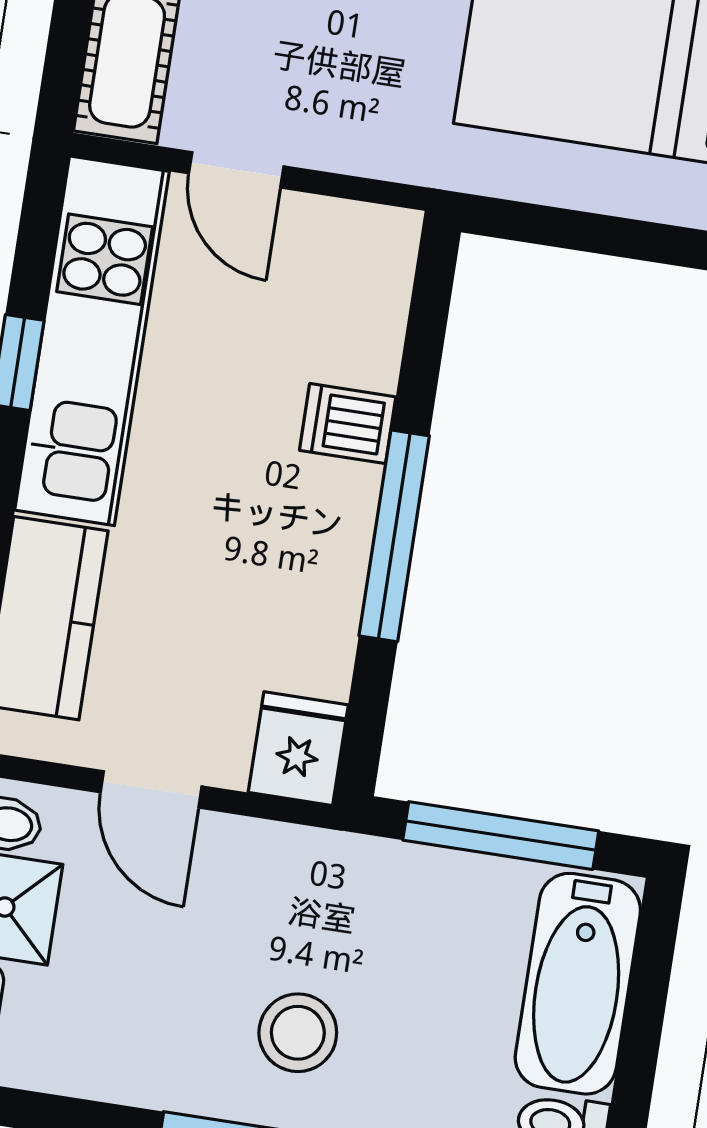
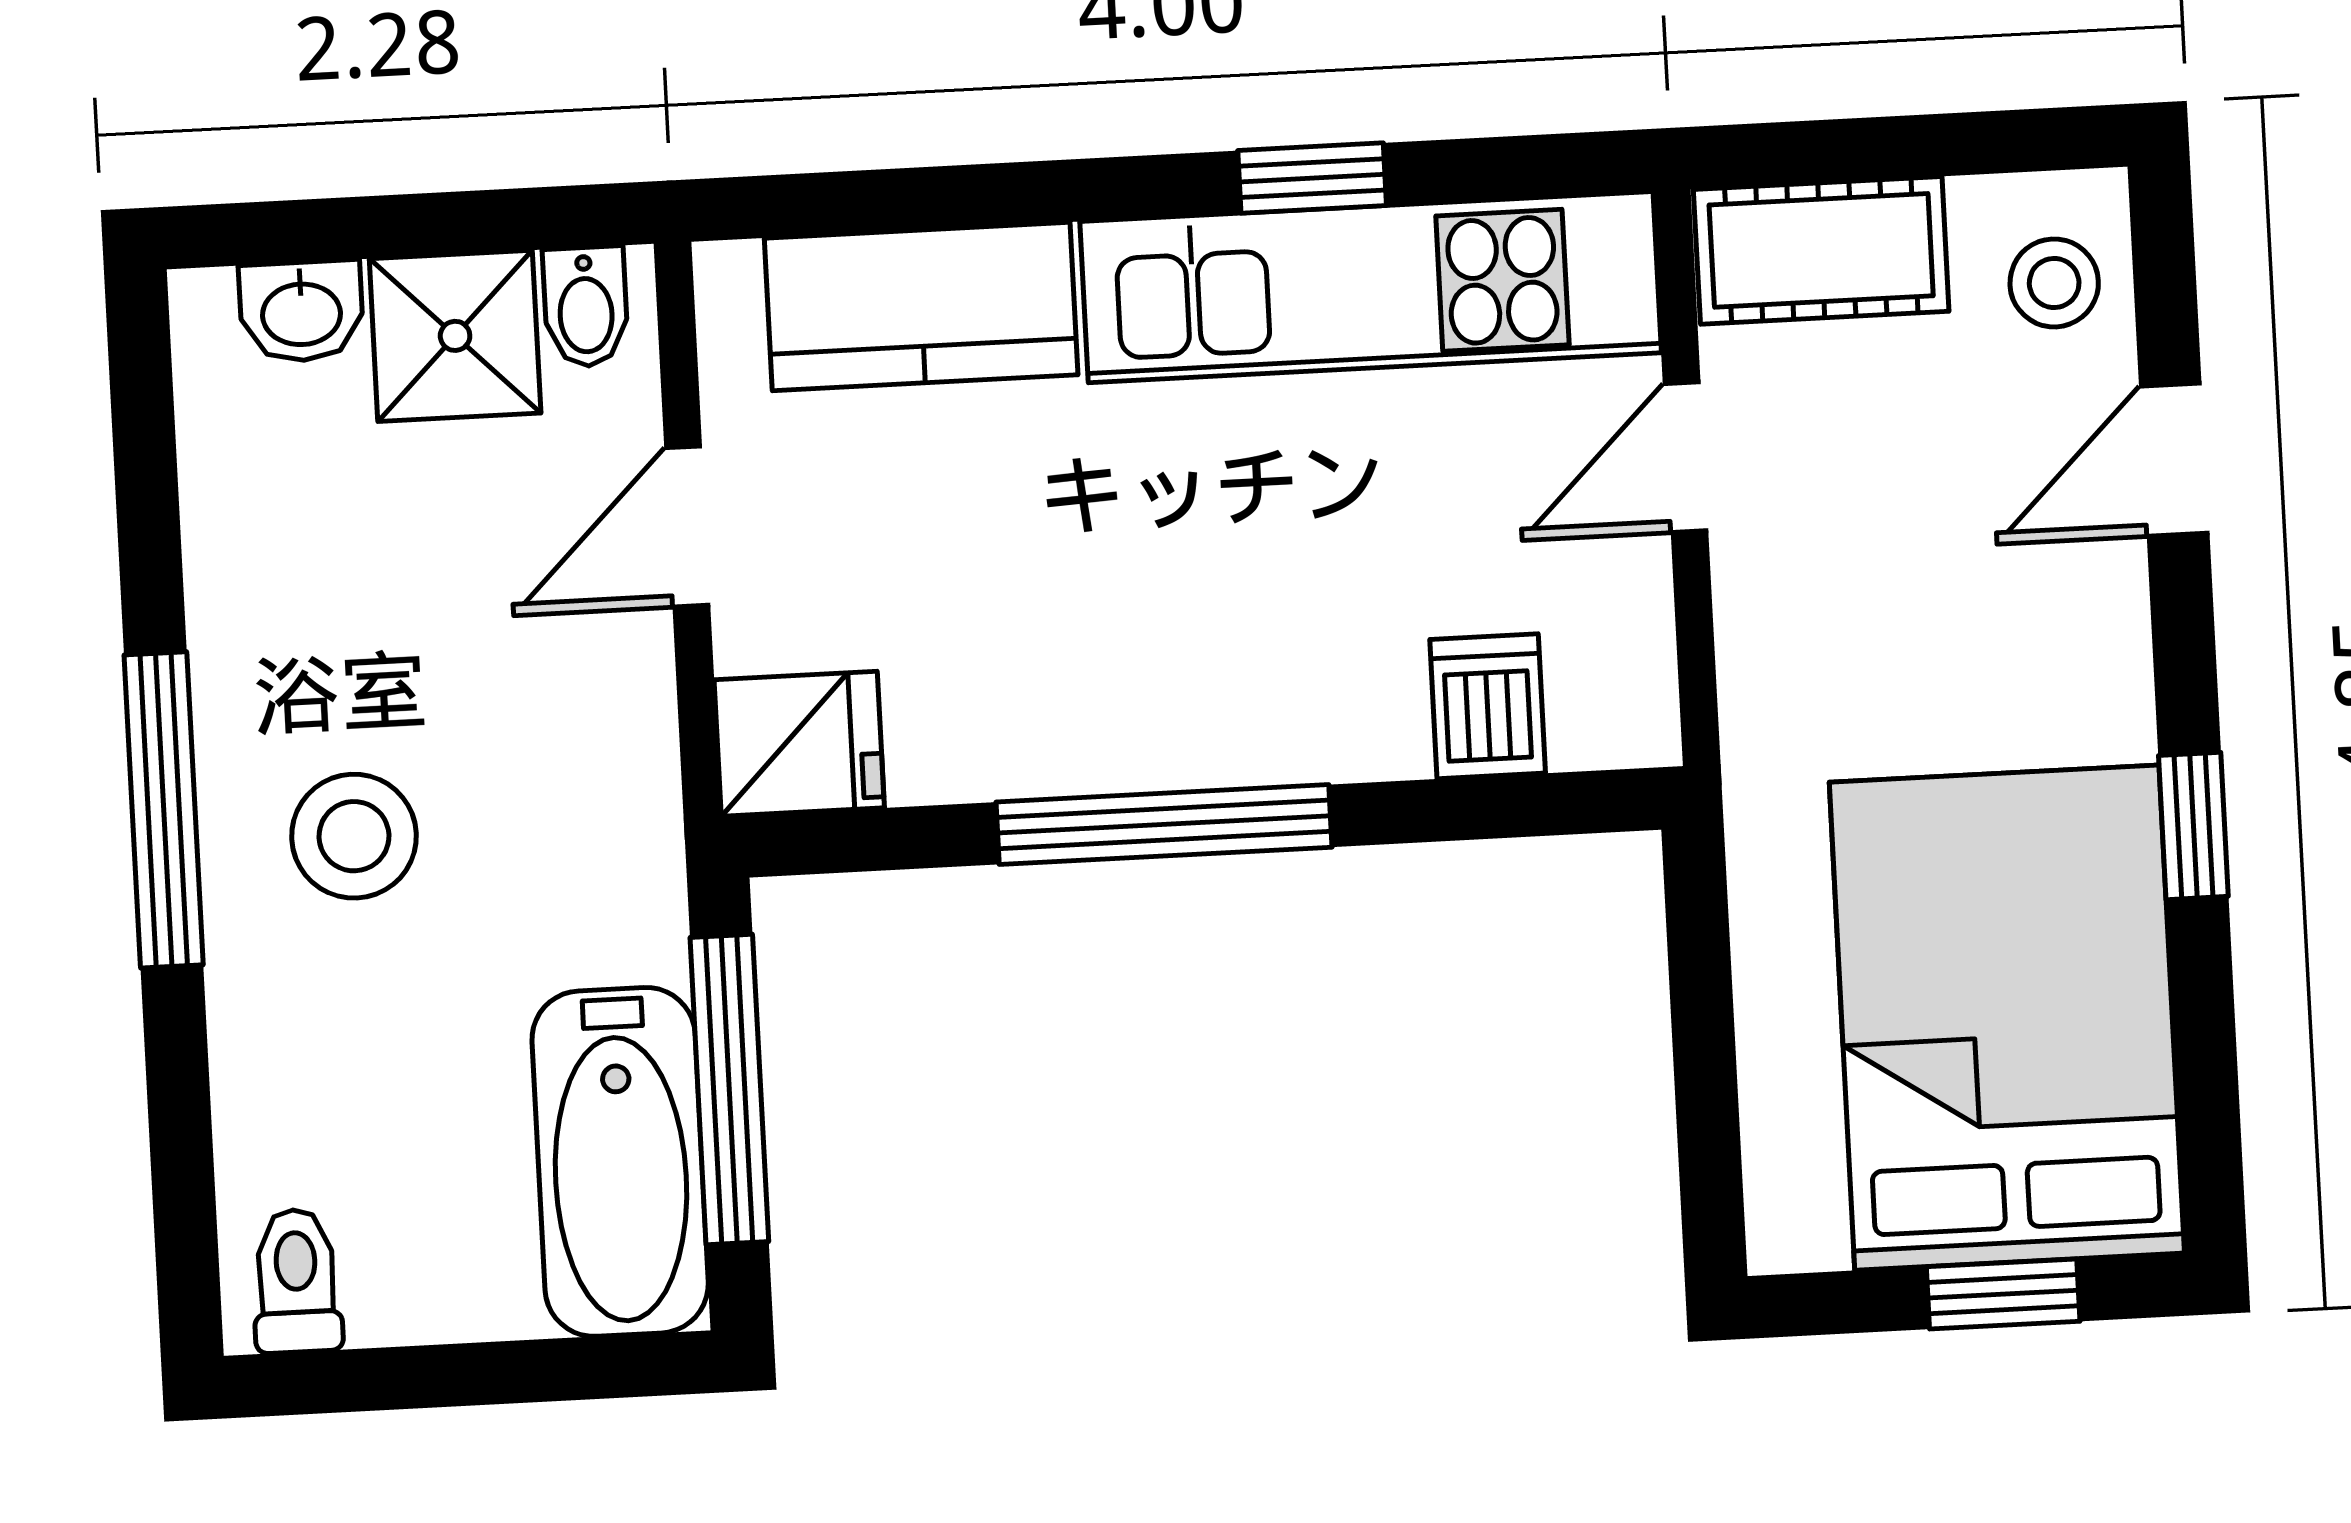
dishwasher: (348, 424) -> (1488, 706), moved
bathtub: (578, 984) -> (620, 1162), moved, turned -90

